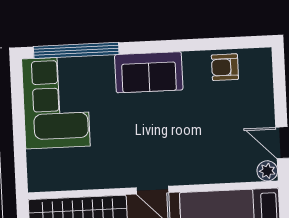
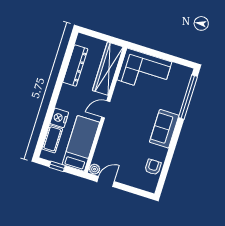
corner sofa: (56, 103) -> (144, 71), moved

